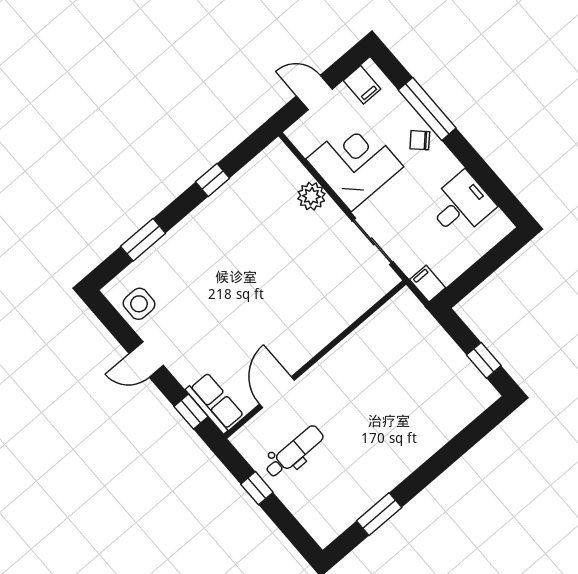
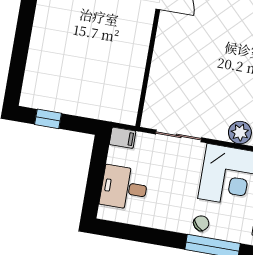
desk: (461, 205) -> (124, 188), moved, turned 90

